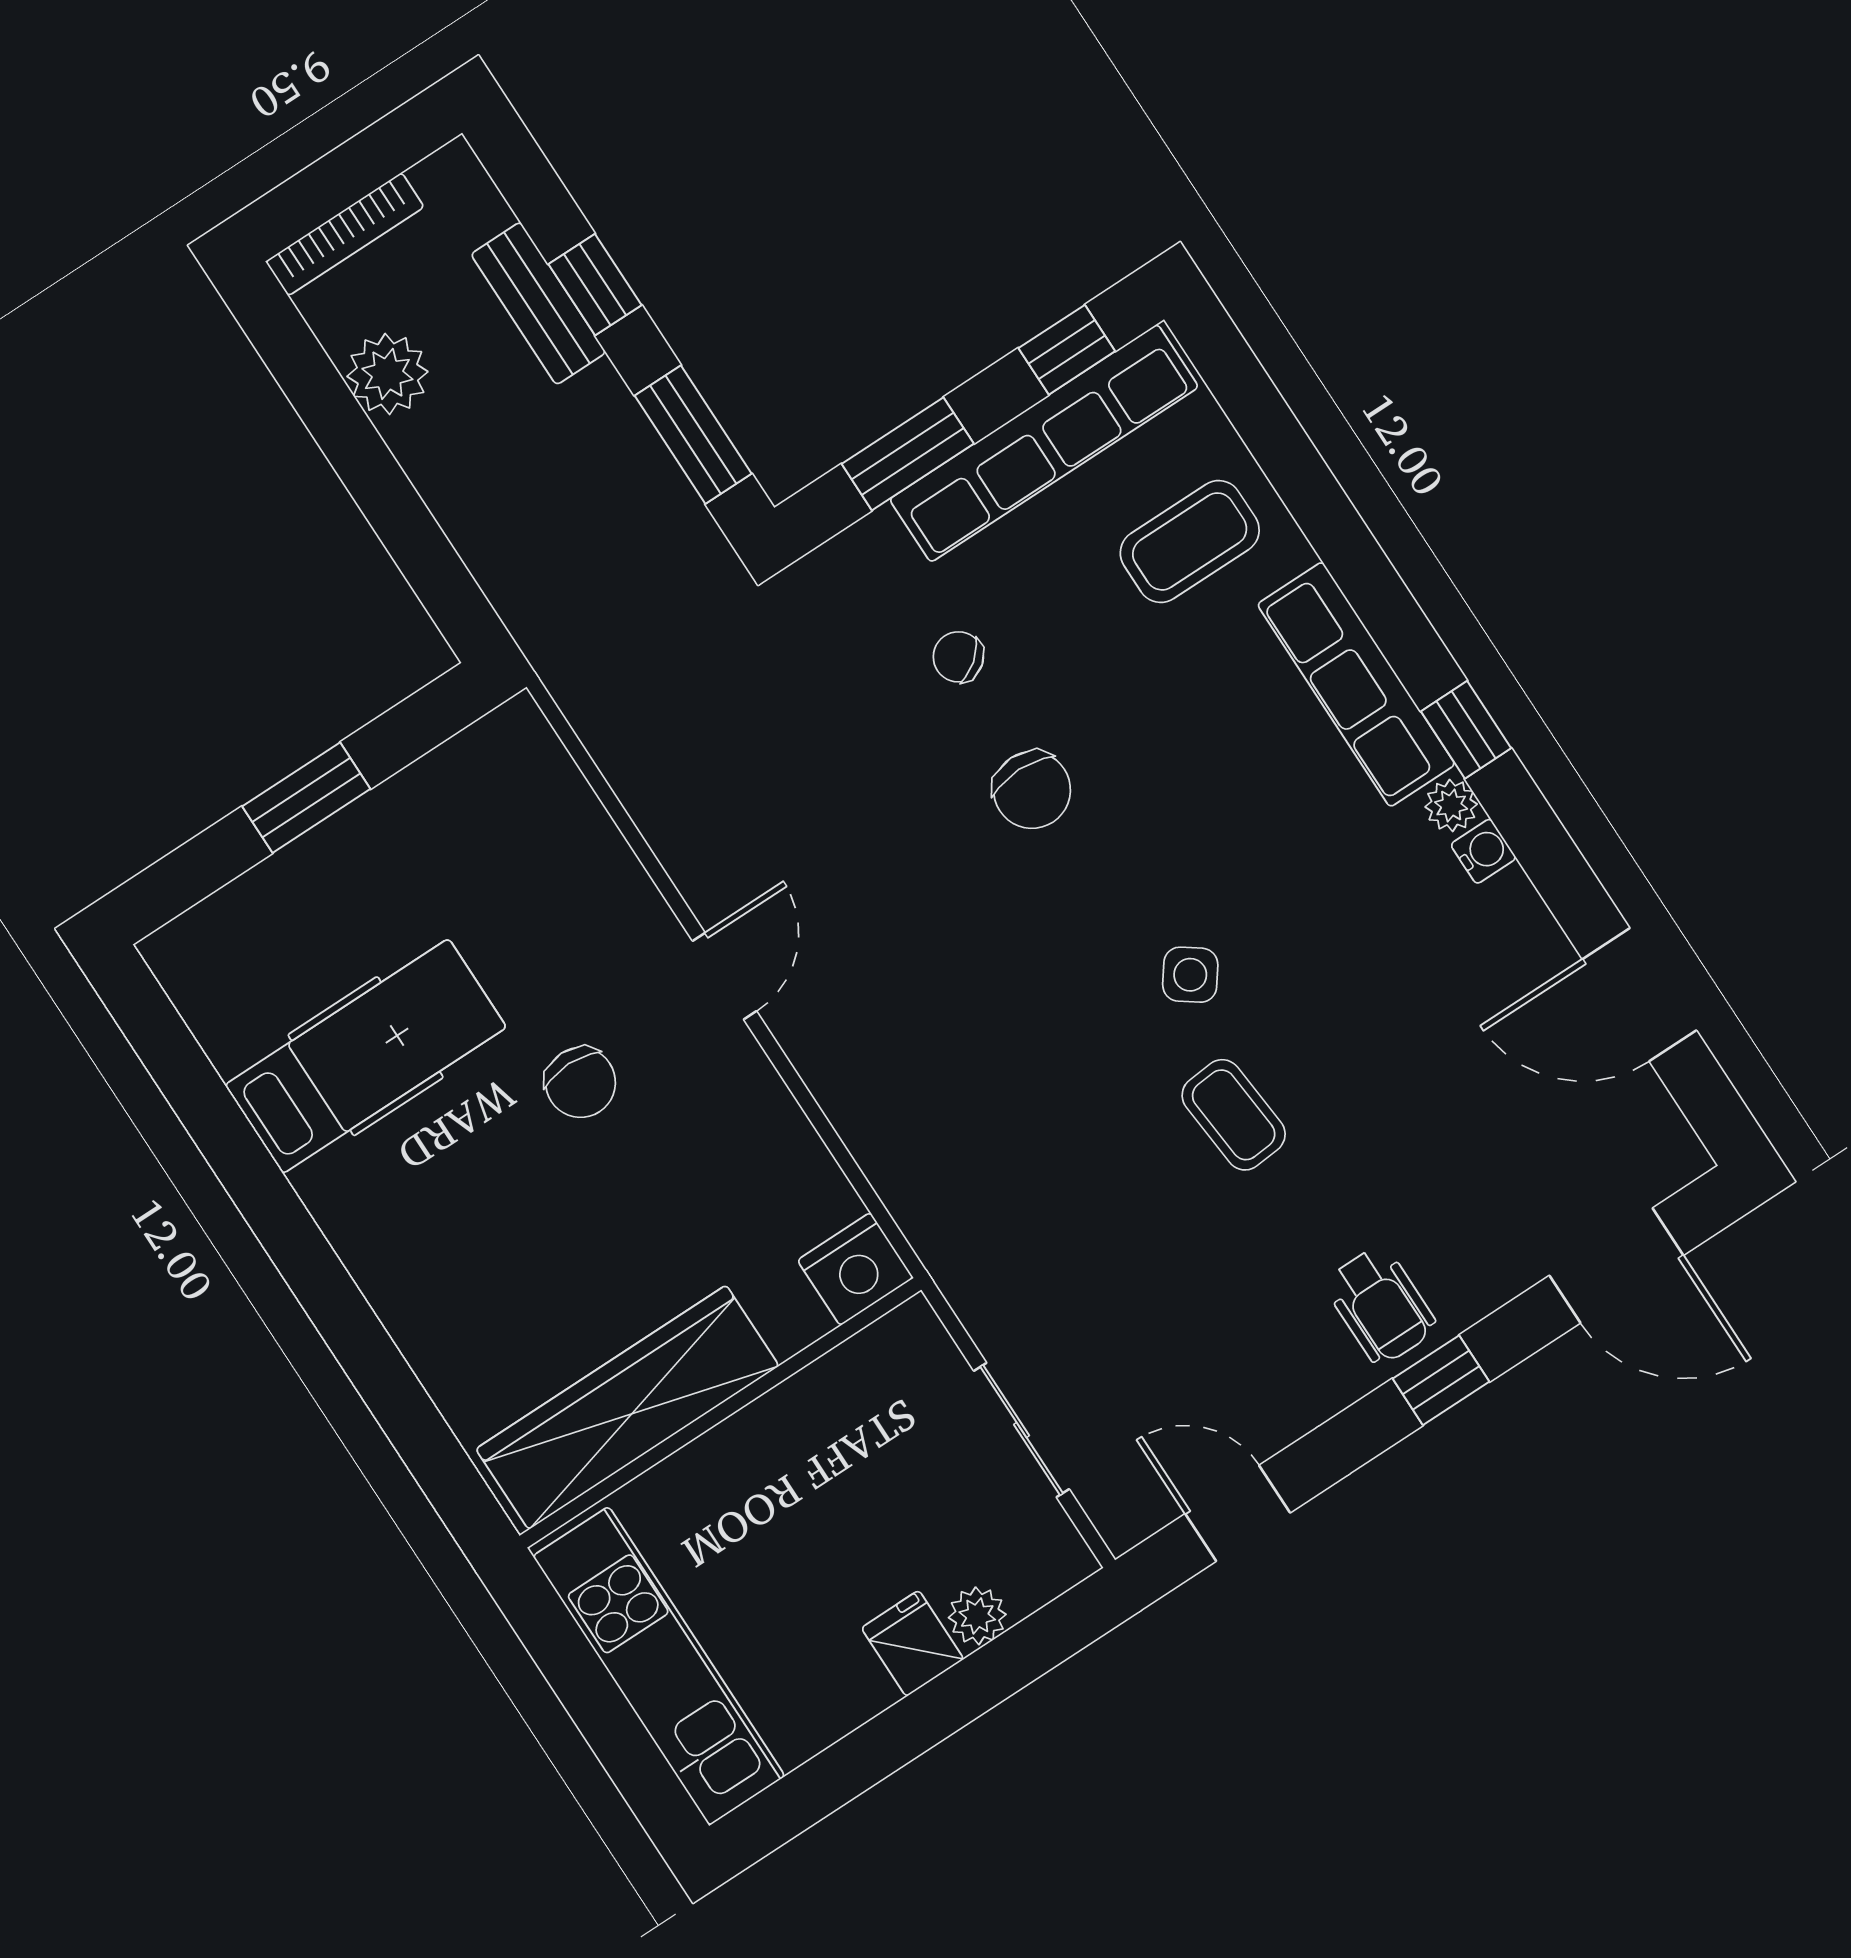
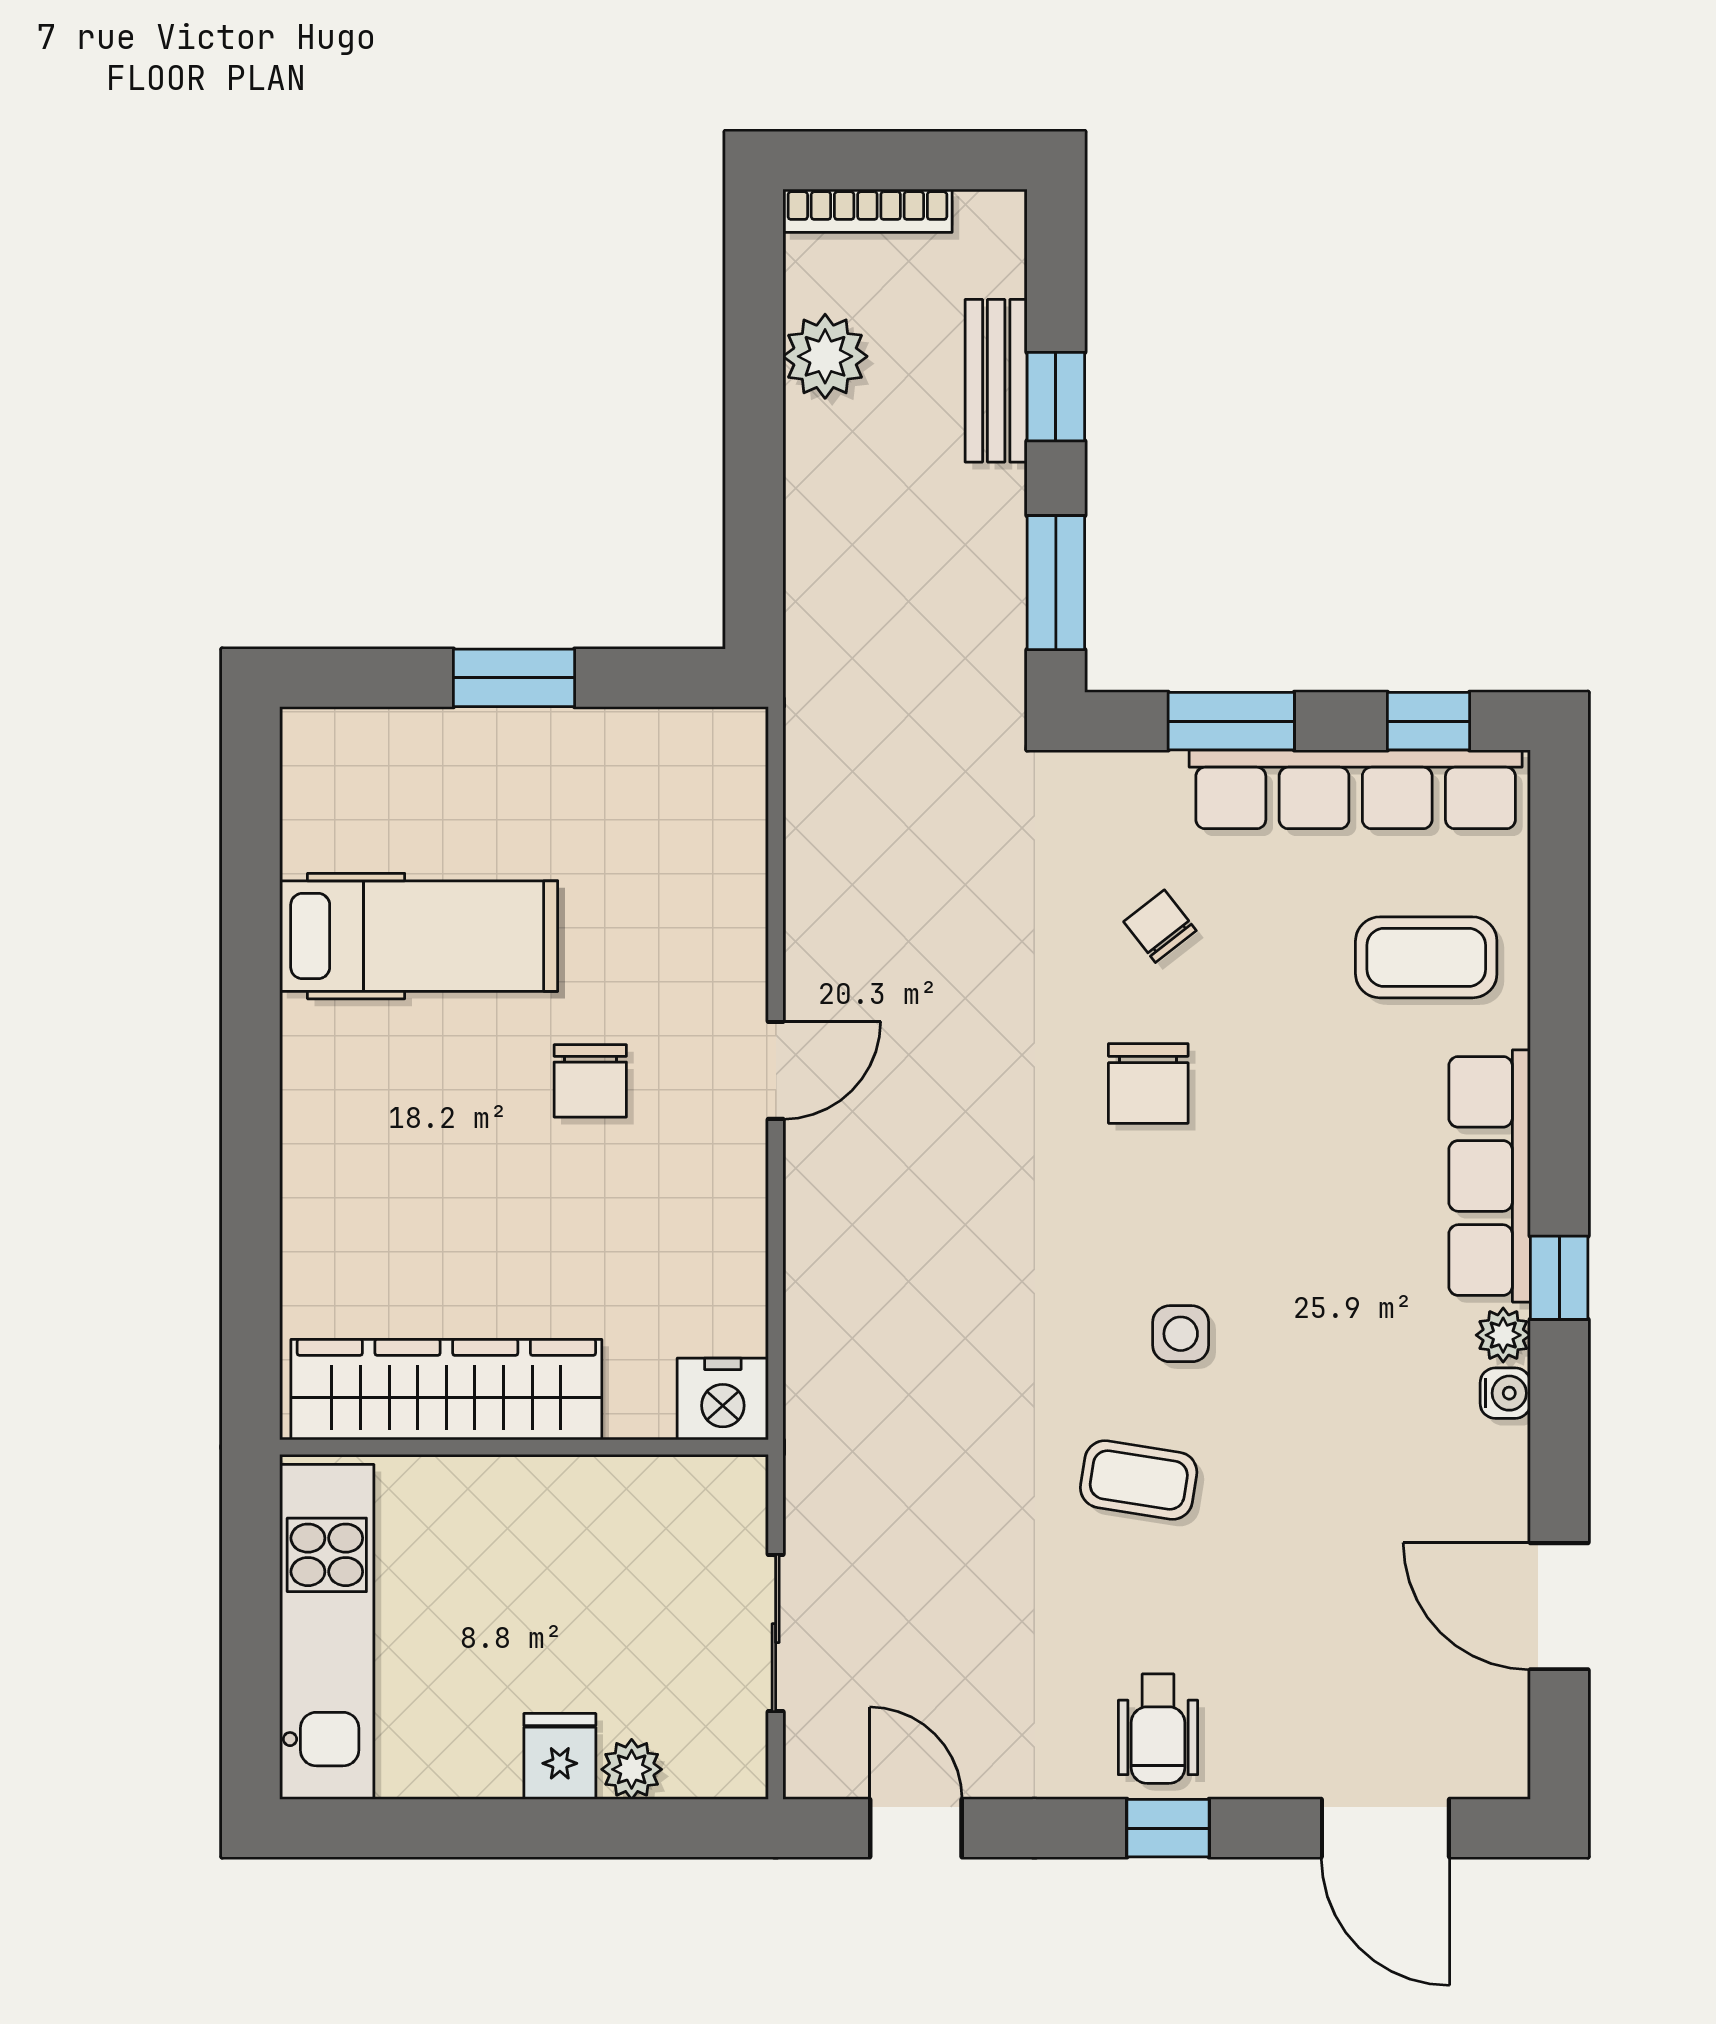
side table: (1190, 975) -> (1181, 1334), turned -36
coffee table: (1234, 1115) -> (1139, 1480), turned -76

